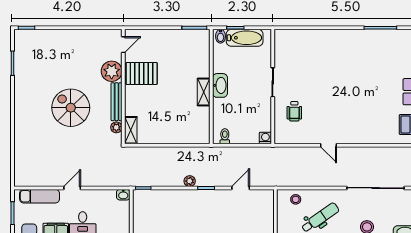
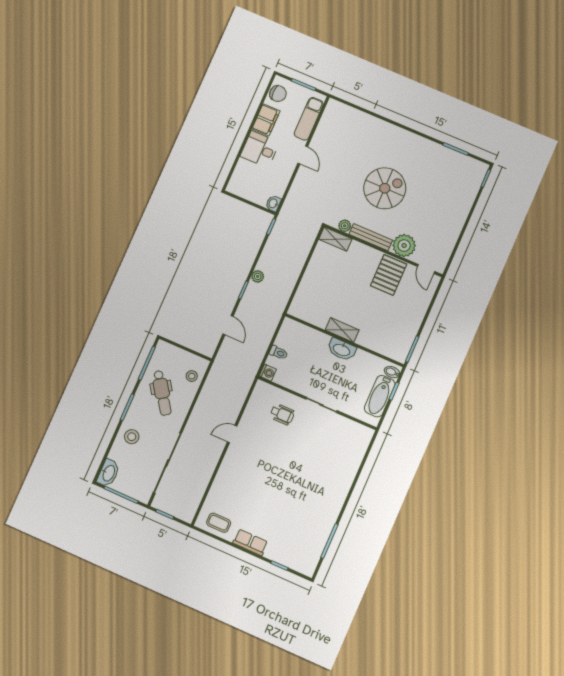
wheelchair: (294, 111) -> (282, 414), turned 180
toilet: (225, 136) -> (278, 353), moved

